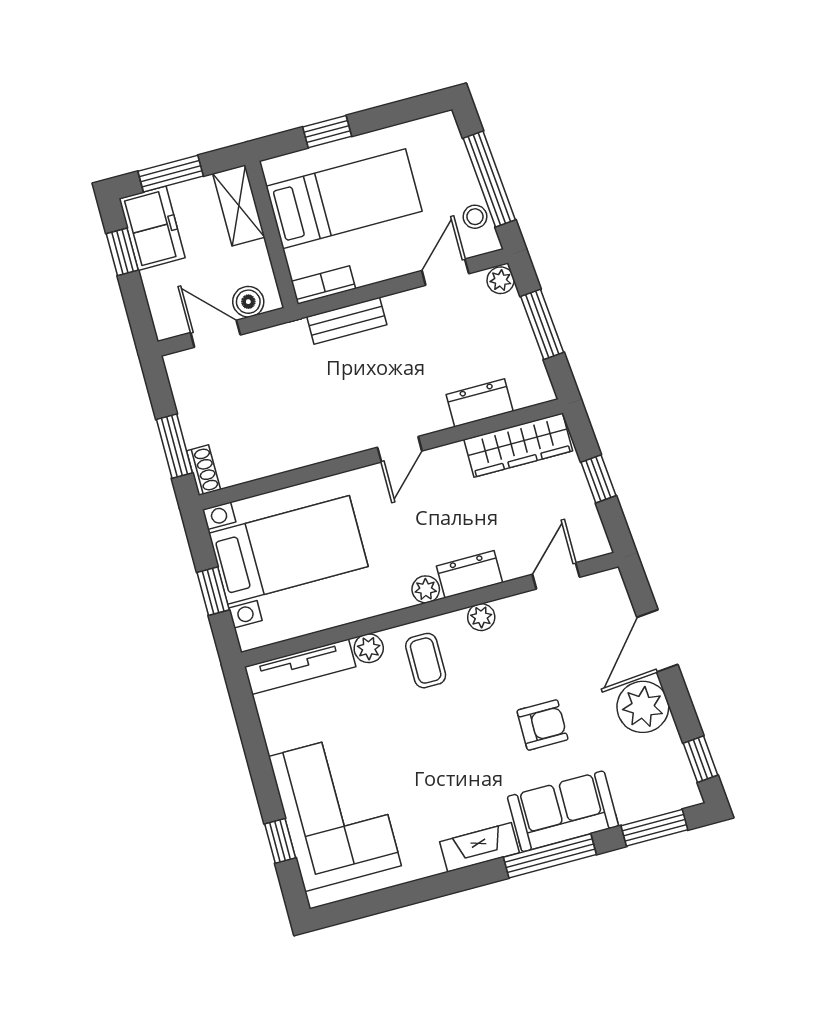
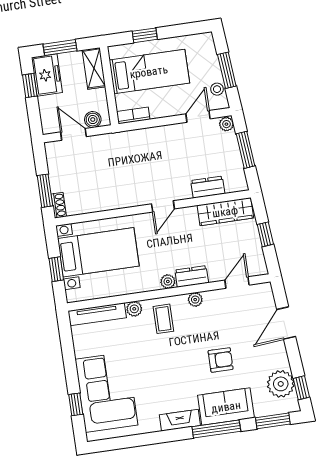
window: (489, 179) -> (227, 70), width x0.69
bench: (347, 321) -> (143, 136), removed
plant: (643, 707) -> (281, 384), moved

